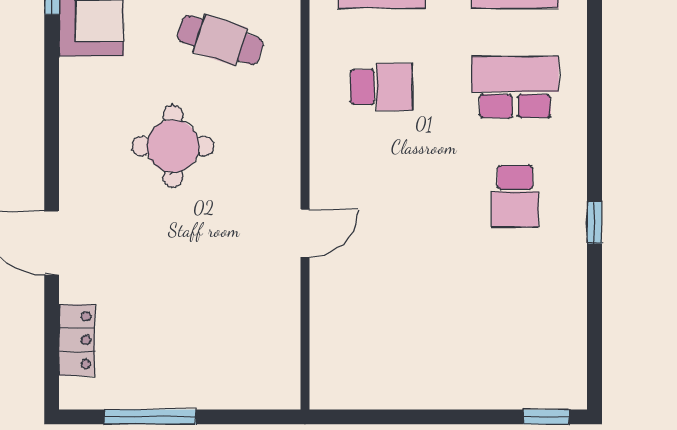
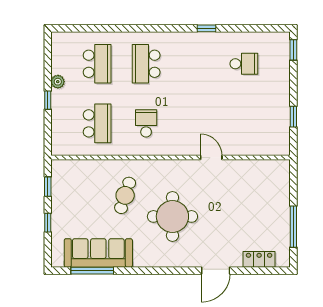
round table: (173, 146) -> (172, 216), width x1.36, depth x1.36
school desk: (515, 197) -> (244, 64), moved
window: (397, 417) -> (293, 117), added

